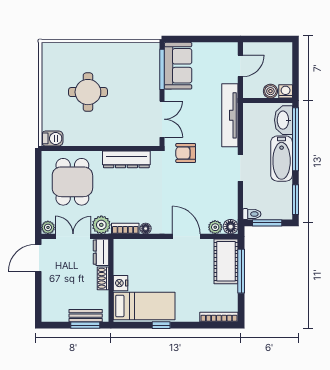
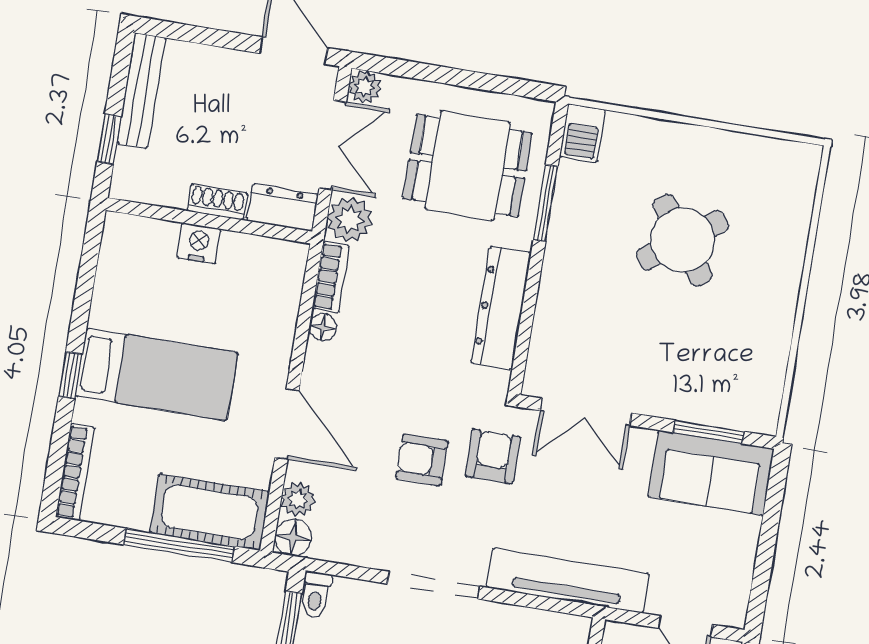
window: (162, 69) -> (709, 432), width x0.69
round table: (88, 92) -> (682, 240), turned -36
window: (82, 149) -> (546, 203), added
doorway: (240, 168) -> (434, 585), width x1.38
armchair: (192, 181) -> (422, 460), added
door: (186, 236) -> (287, 424), hinge flipped
bed: (144, 306) -> (157, 374), moved, turned -90
bench: (86, 316) -> (141, 91), moved, width x1.36
window: (85, 325) -> (109, 139), width x0.67
window: (161, 325) -> (70, 375), moved

